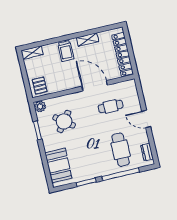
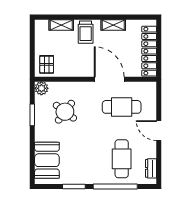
shelving: (32, 53) -> (61, 25), moved
cafe table: (111, 106) -> (122, 107), width x1.37, depth x1.35

